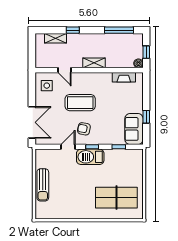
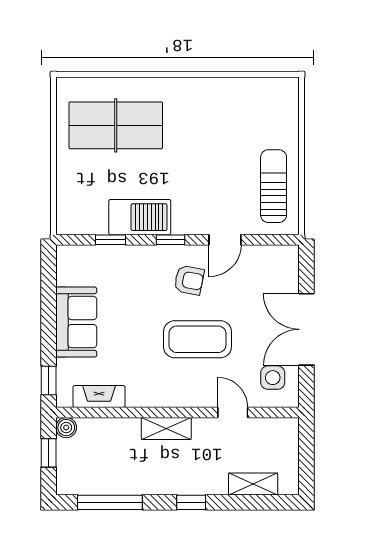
window: (73, 30) -> (191, 502), moved
window: (146, 117) -> (49, 380), moved
double door: (32, 122) -> (306, 329), moved
sofa: (134, 129) -> (76, 322), moved
barbecue: (90, 157) -> (140, 217), moved
sun lounger: (43, 185) -> (274, 186), moved

